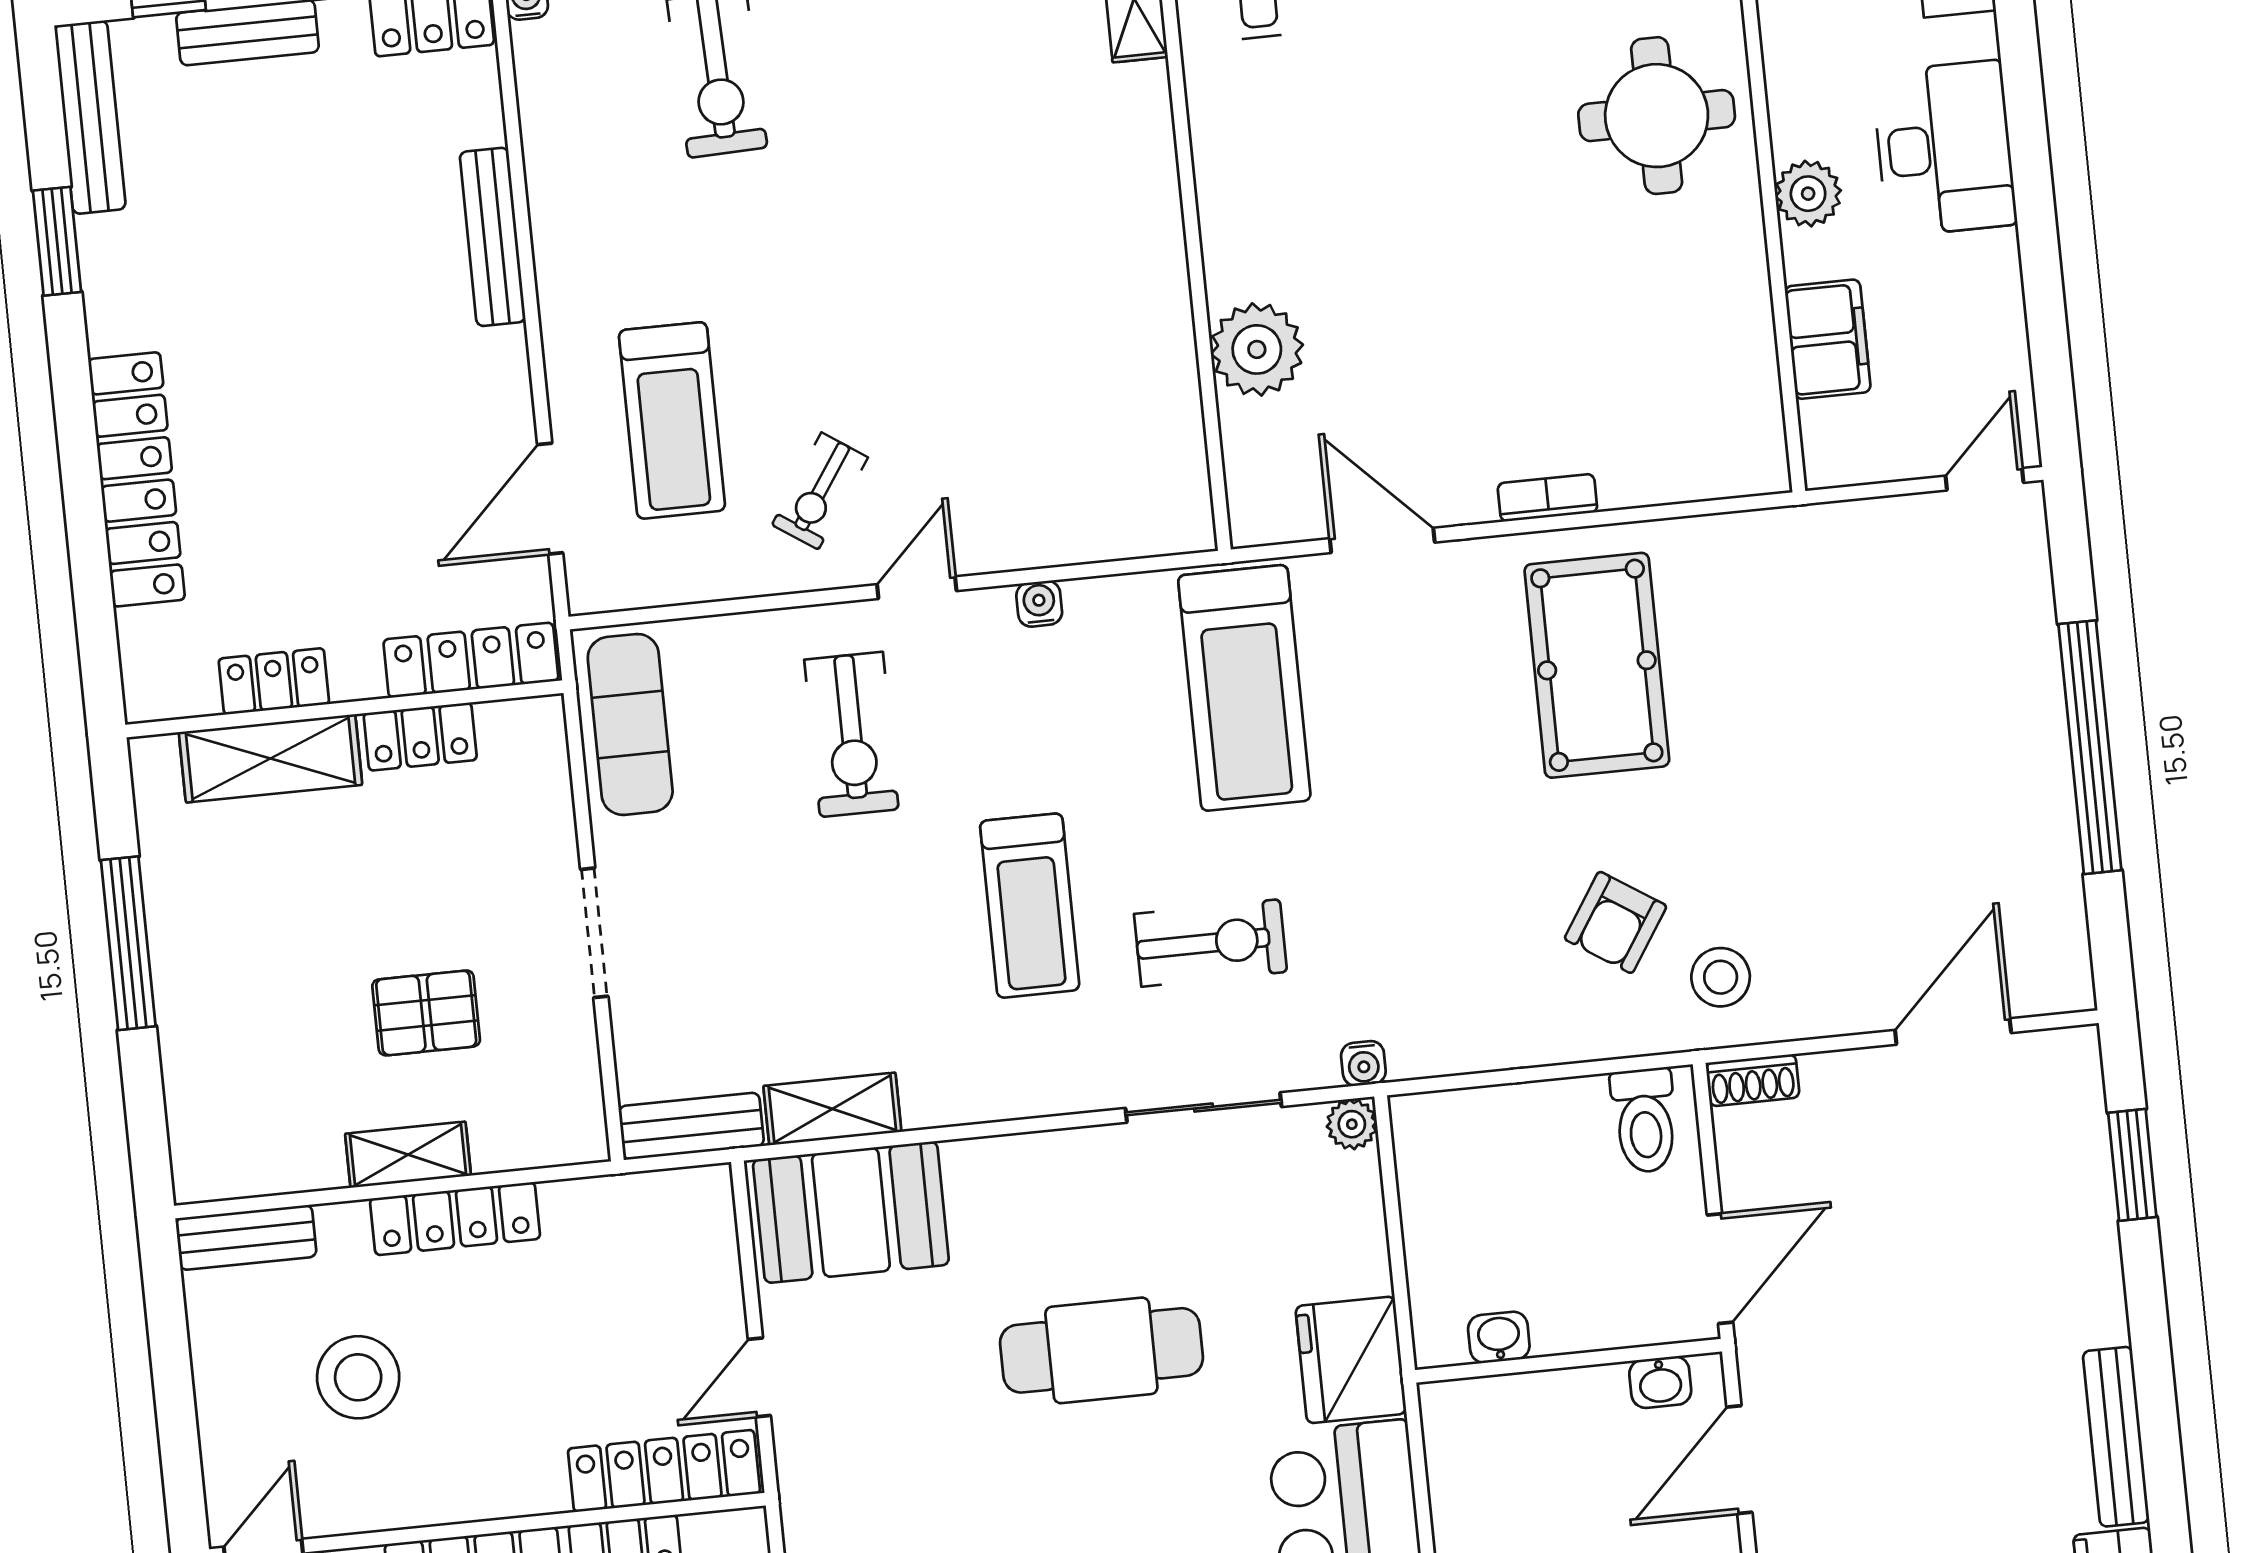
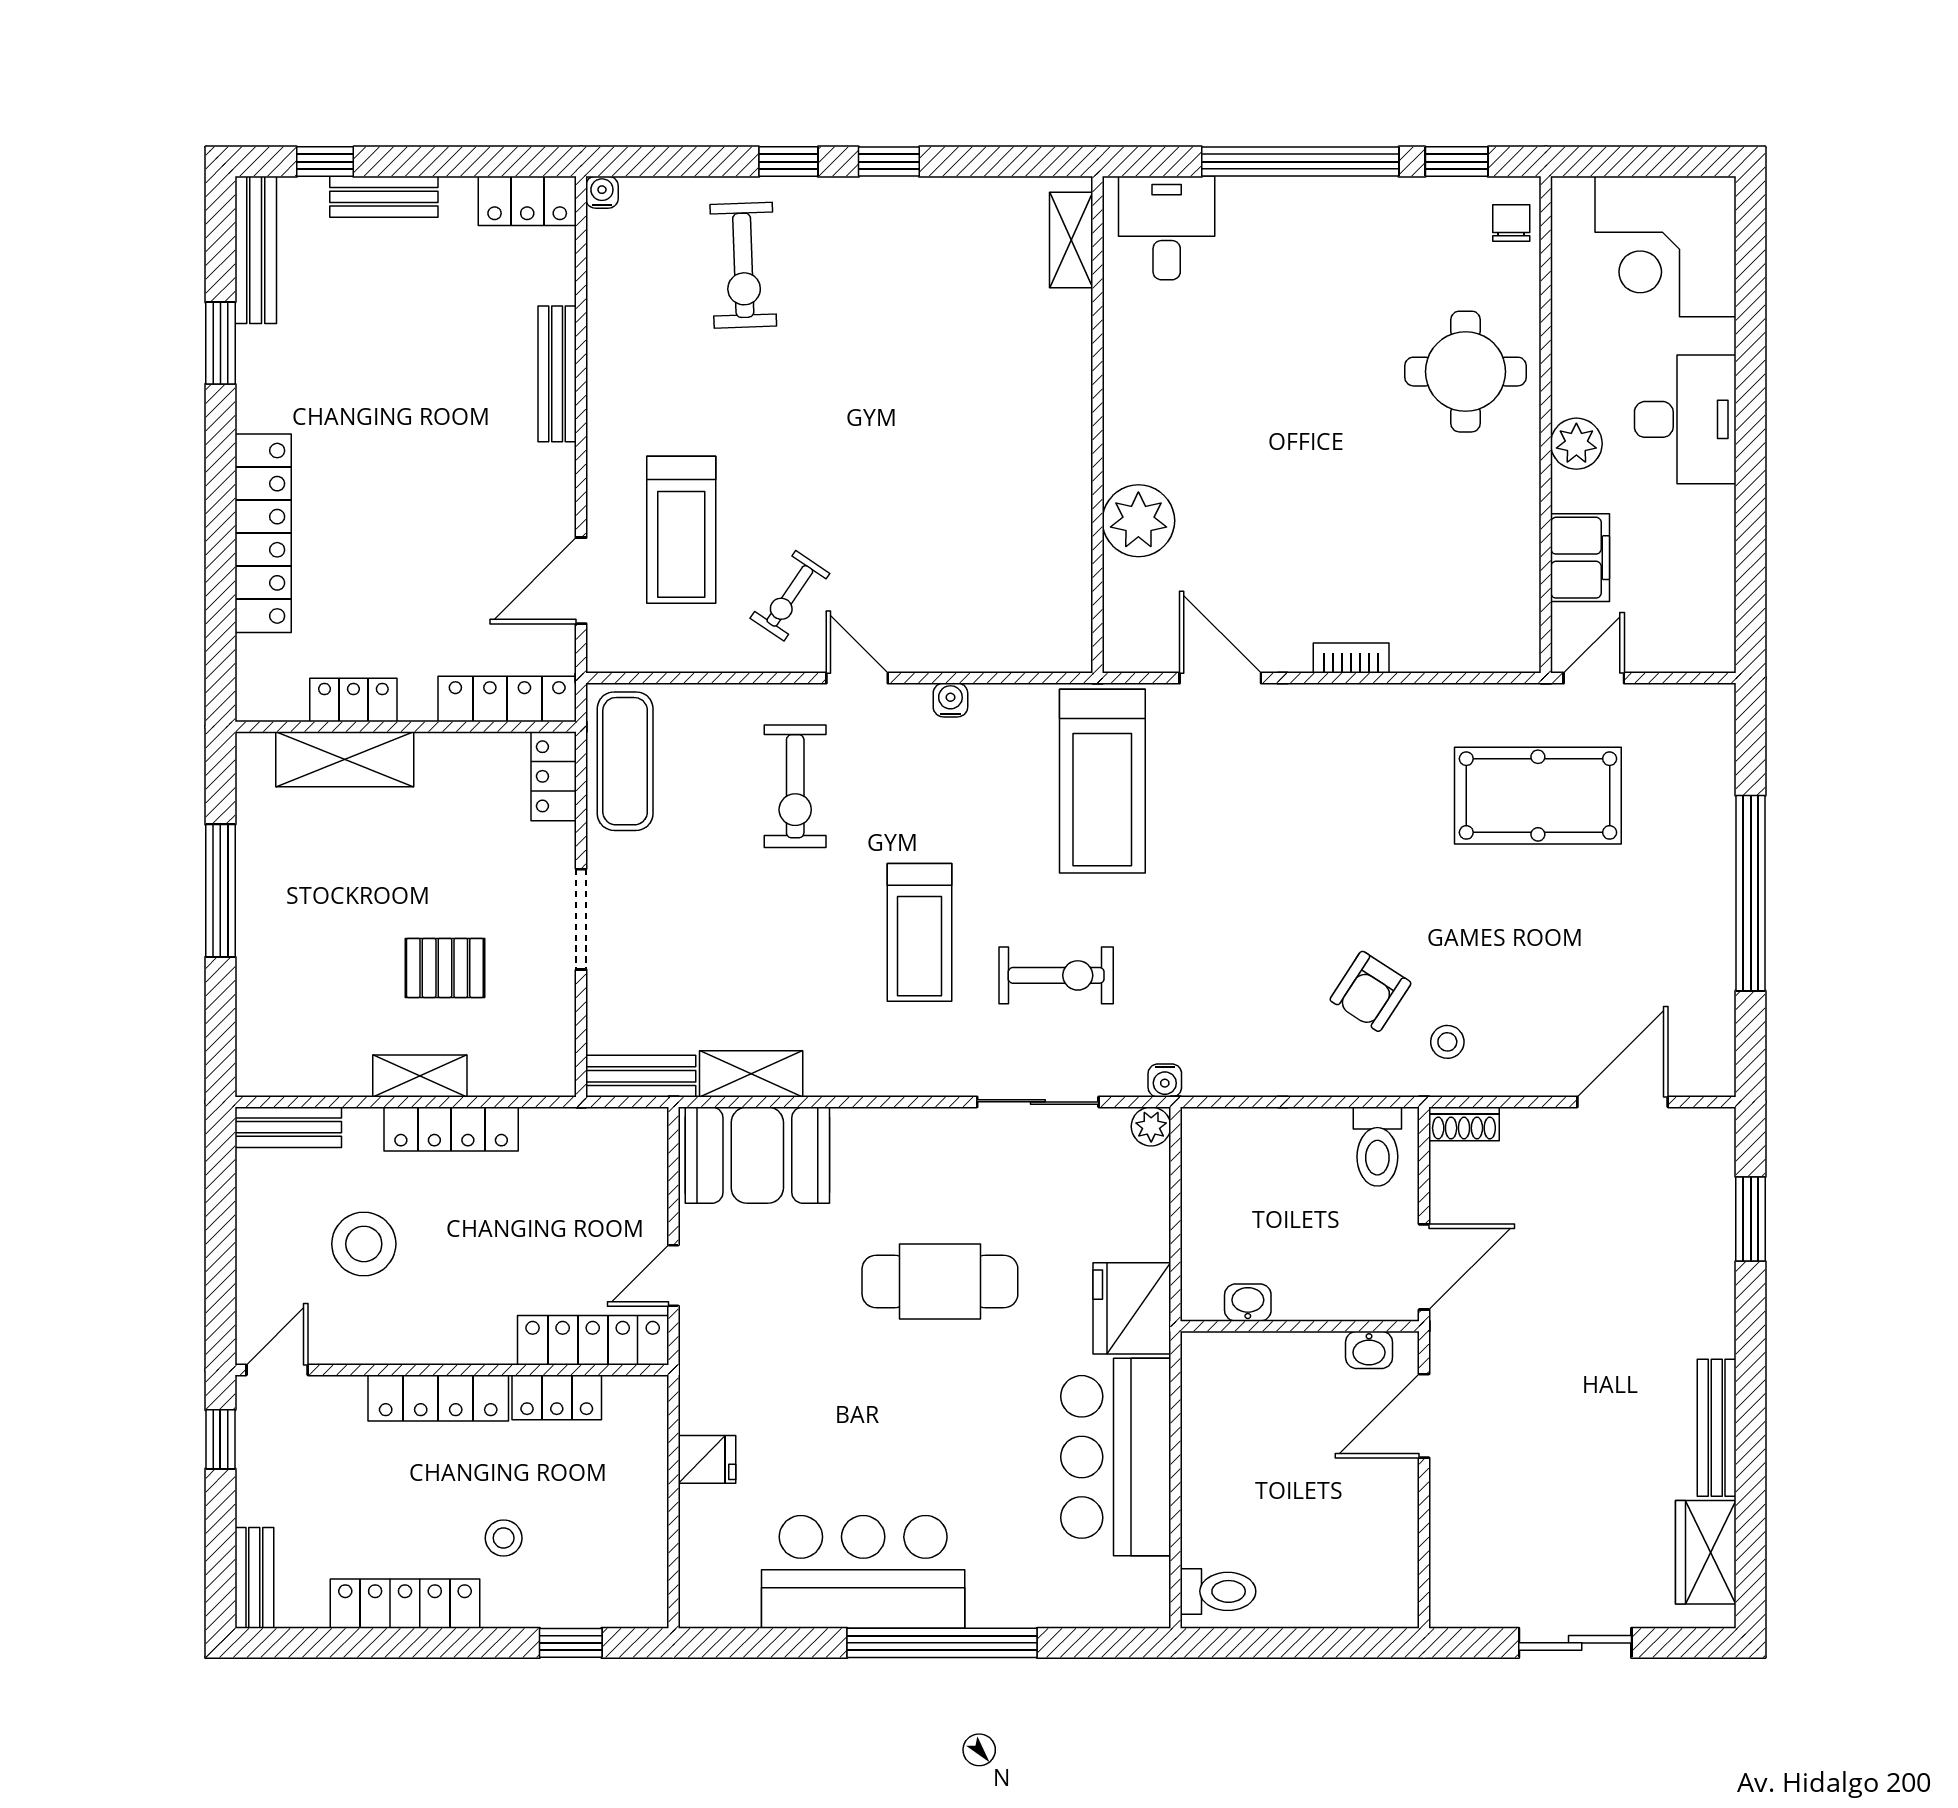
door: (1984, 479) -> (1594, 678), moved
door: (917, 588) -> (857, 678), hinge flipped
pool table: (1597, 665) -> (1538, 796), moved, turned 90
locker: (420, 737) -> (554, 776), moved, turned 90
stool: (1721, 977) -> (1447, 1042), width x0.73, depth x0.73

